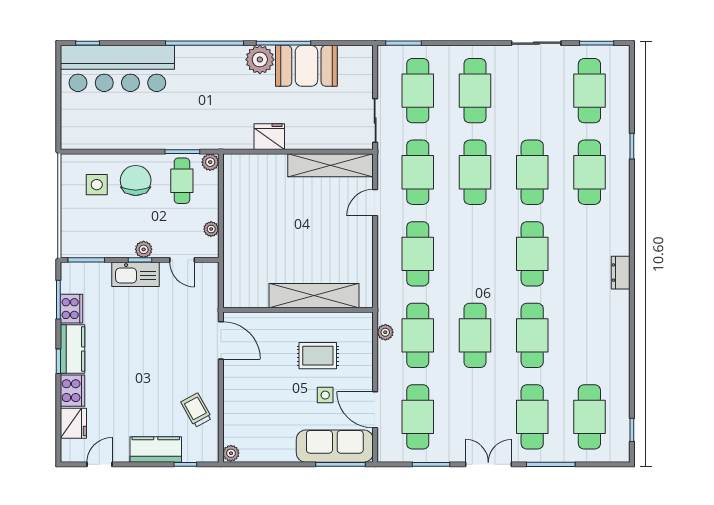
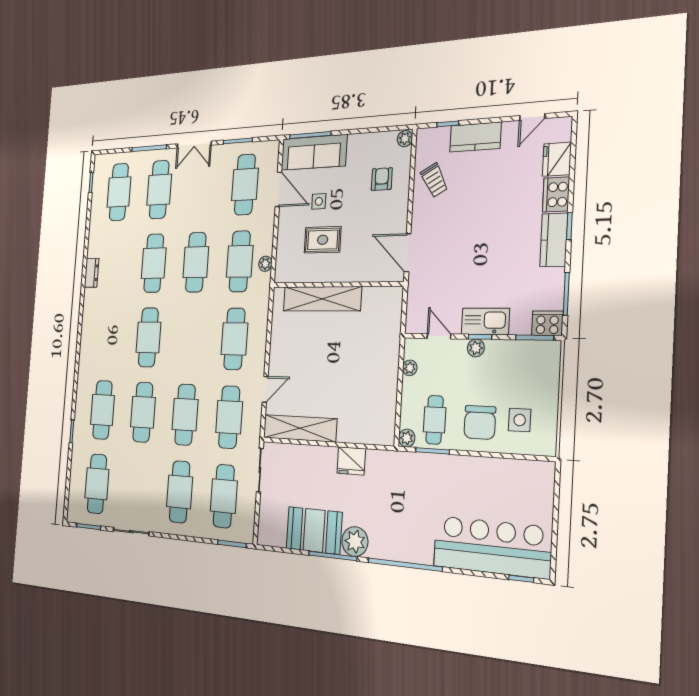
dresser: (621, 273) -> (92, 273), moved
cooker: (71, 309) -> (547, 323), moved, turned 90
armchair: (254, 414) -> (382, 179), added

